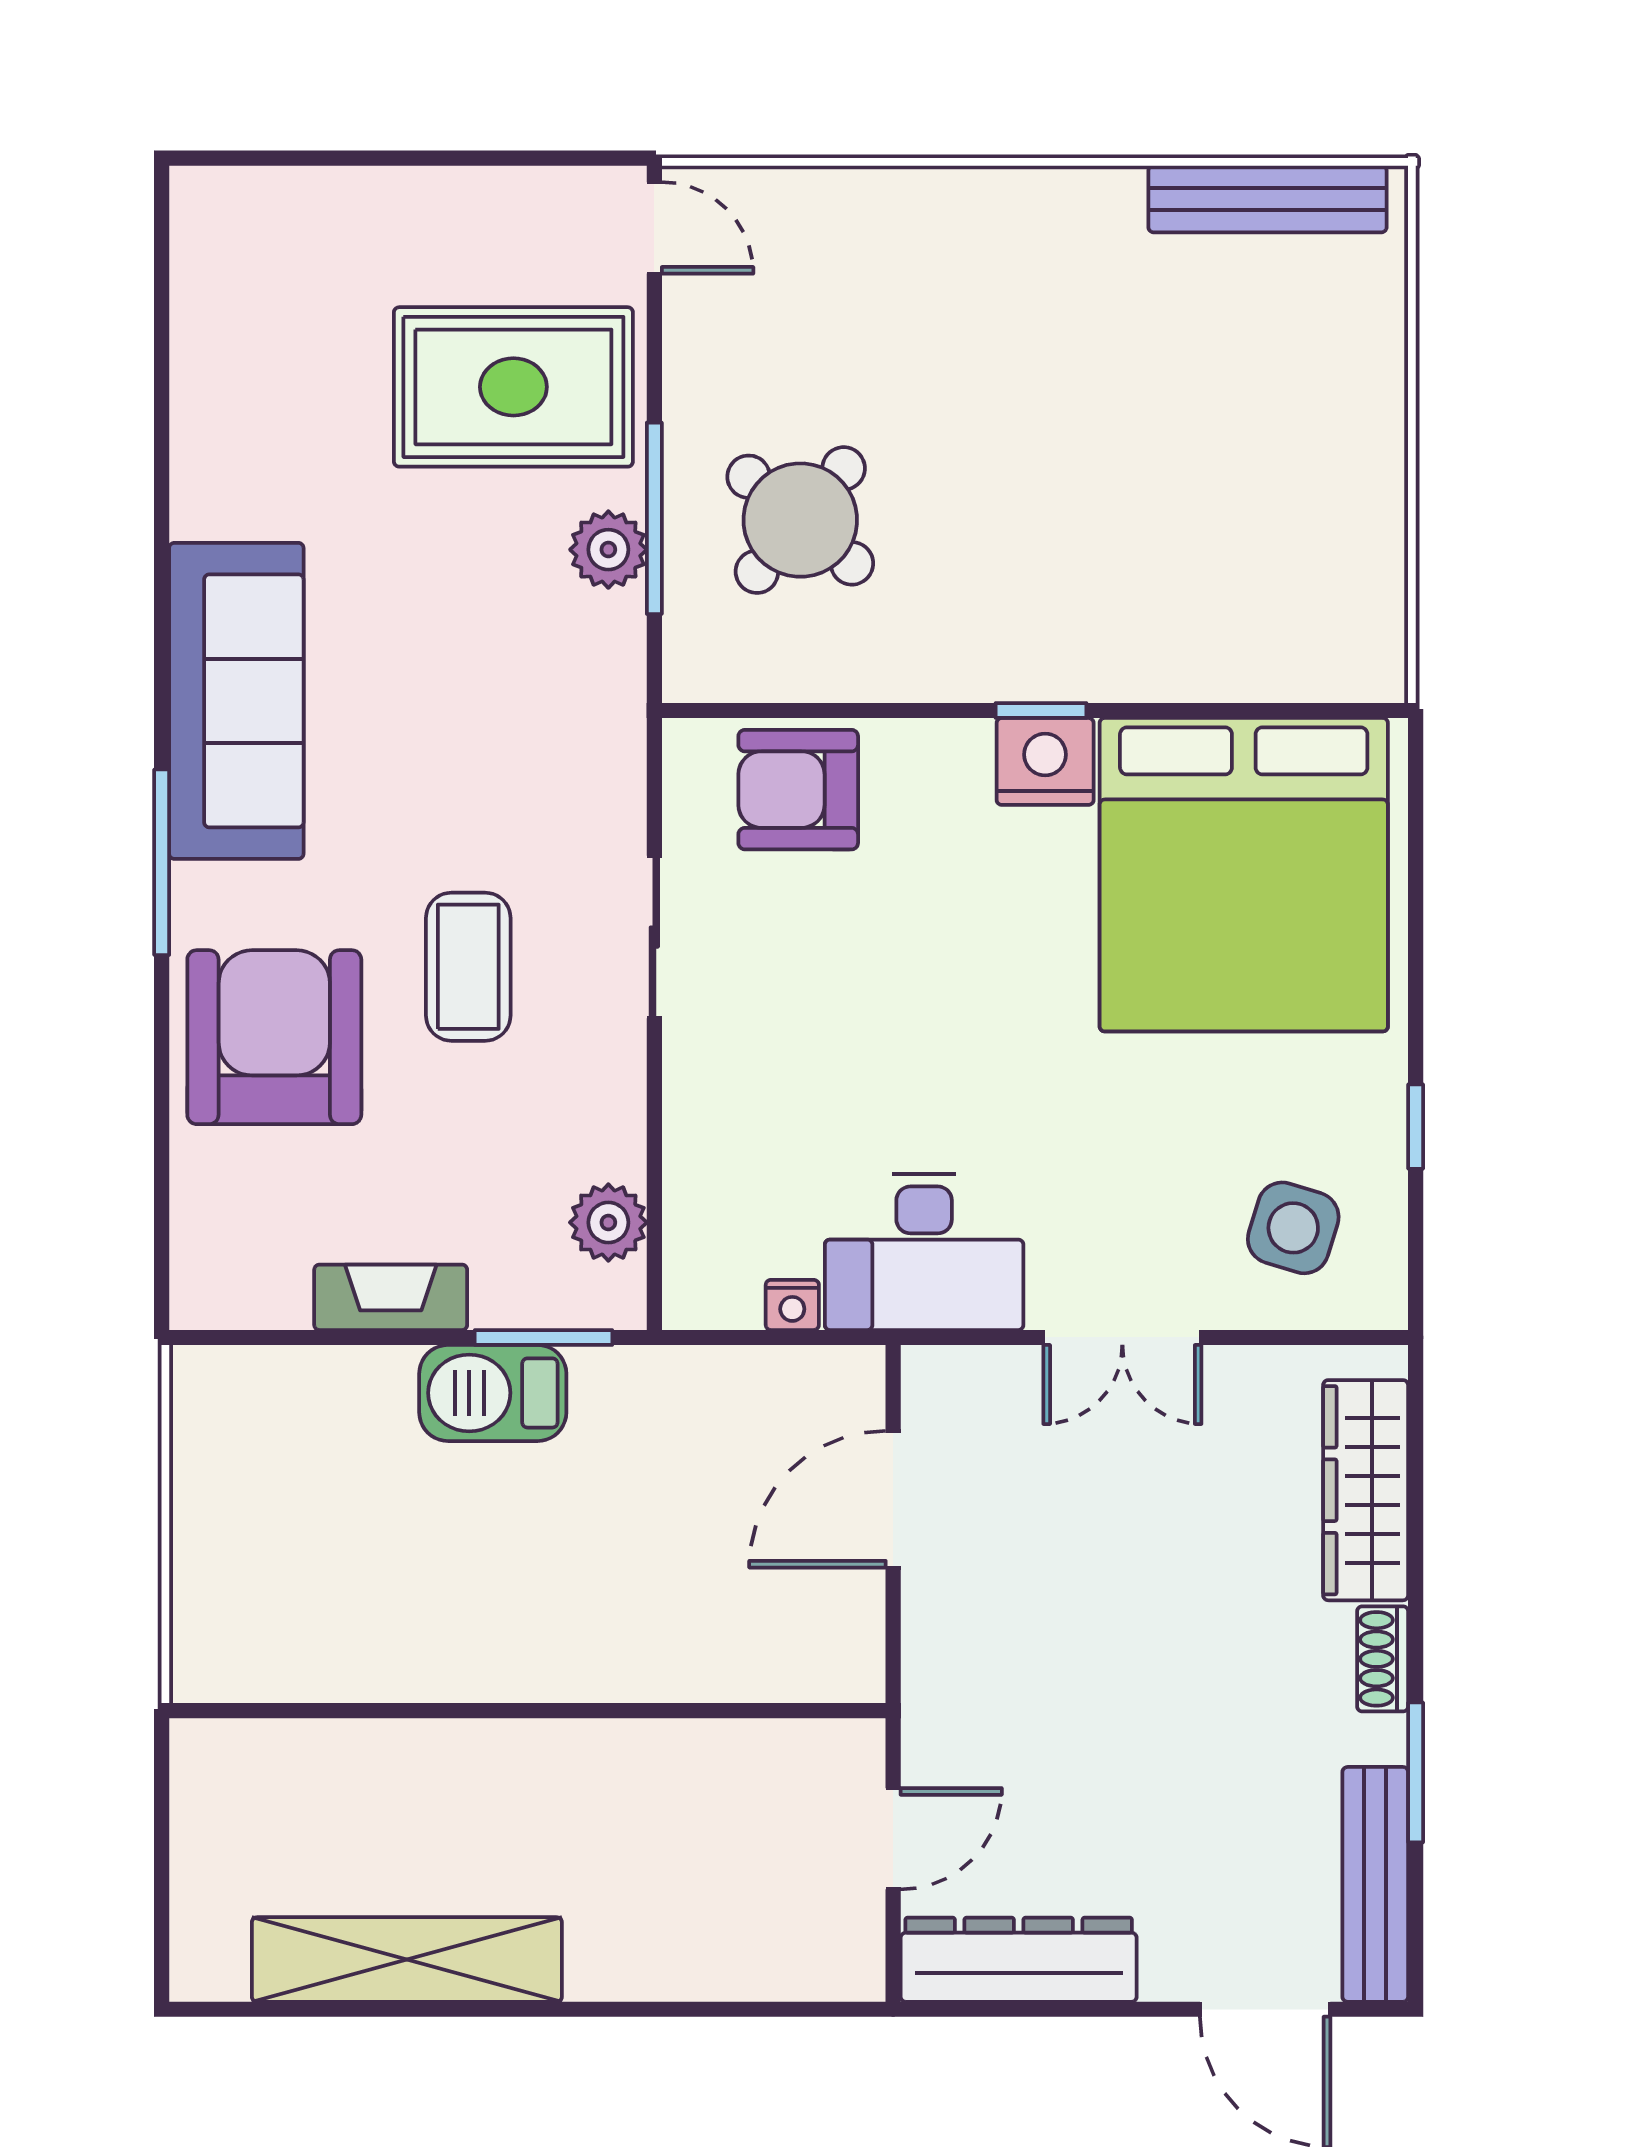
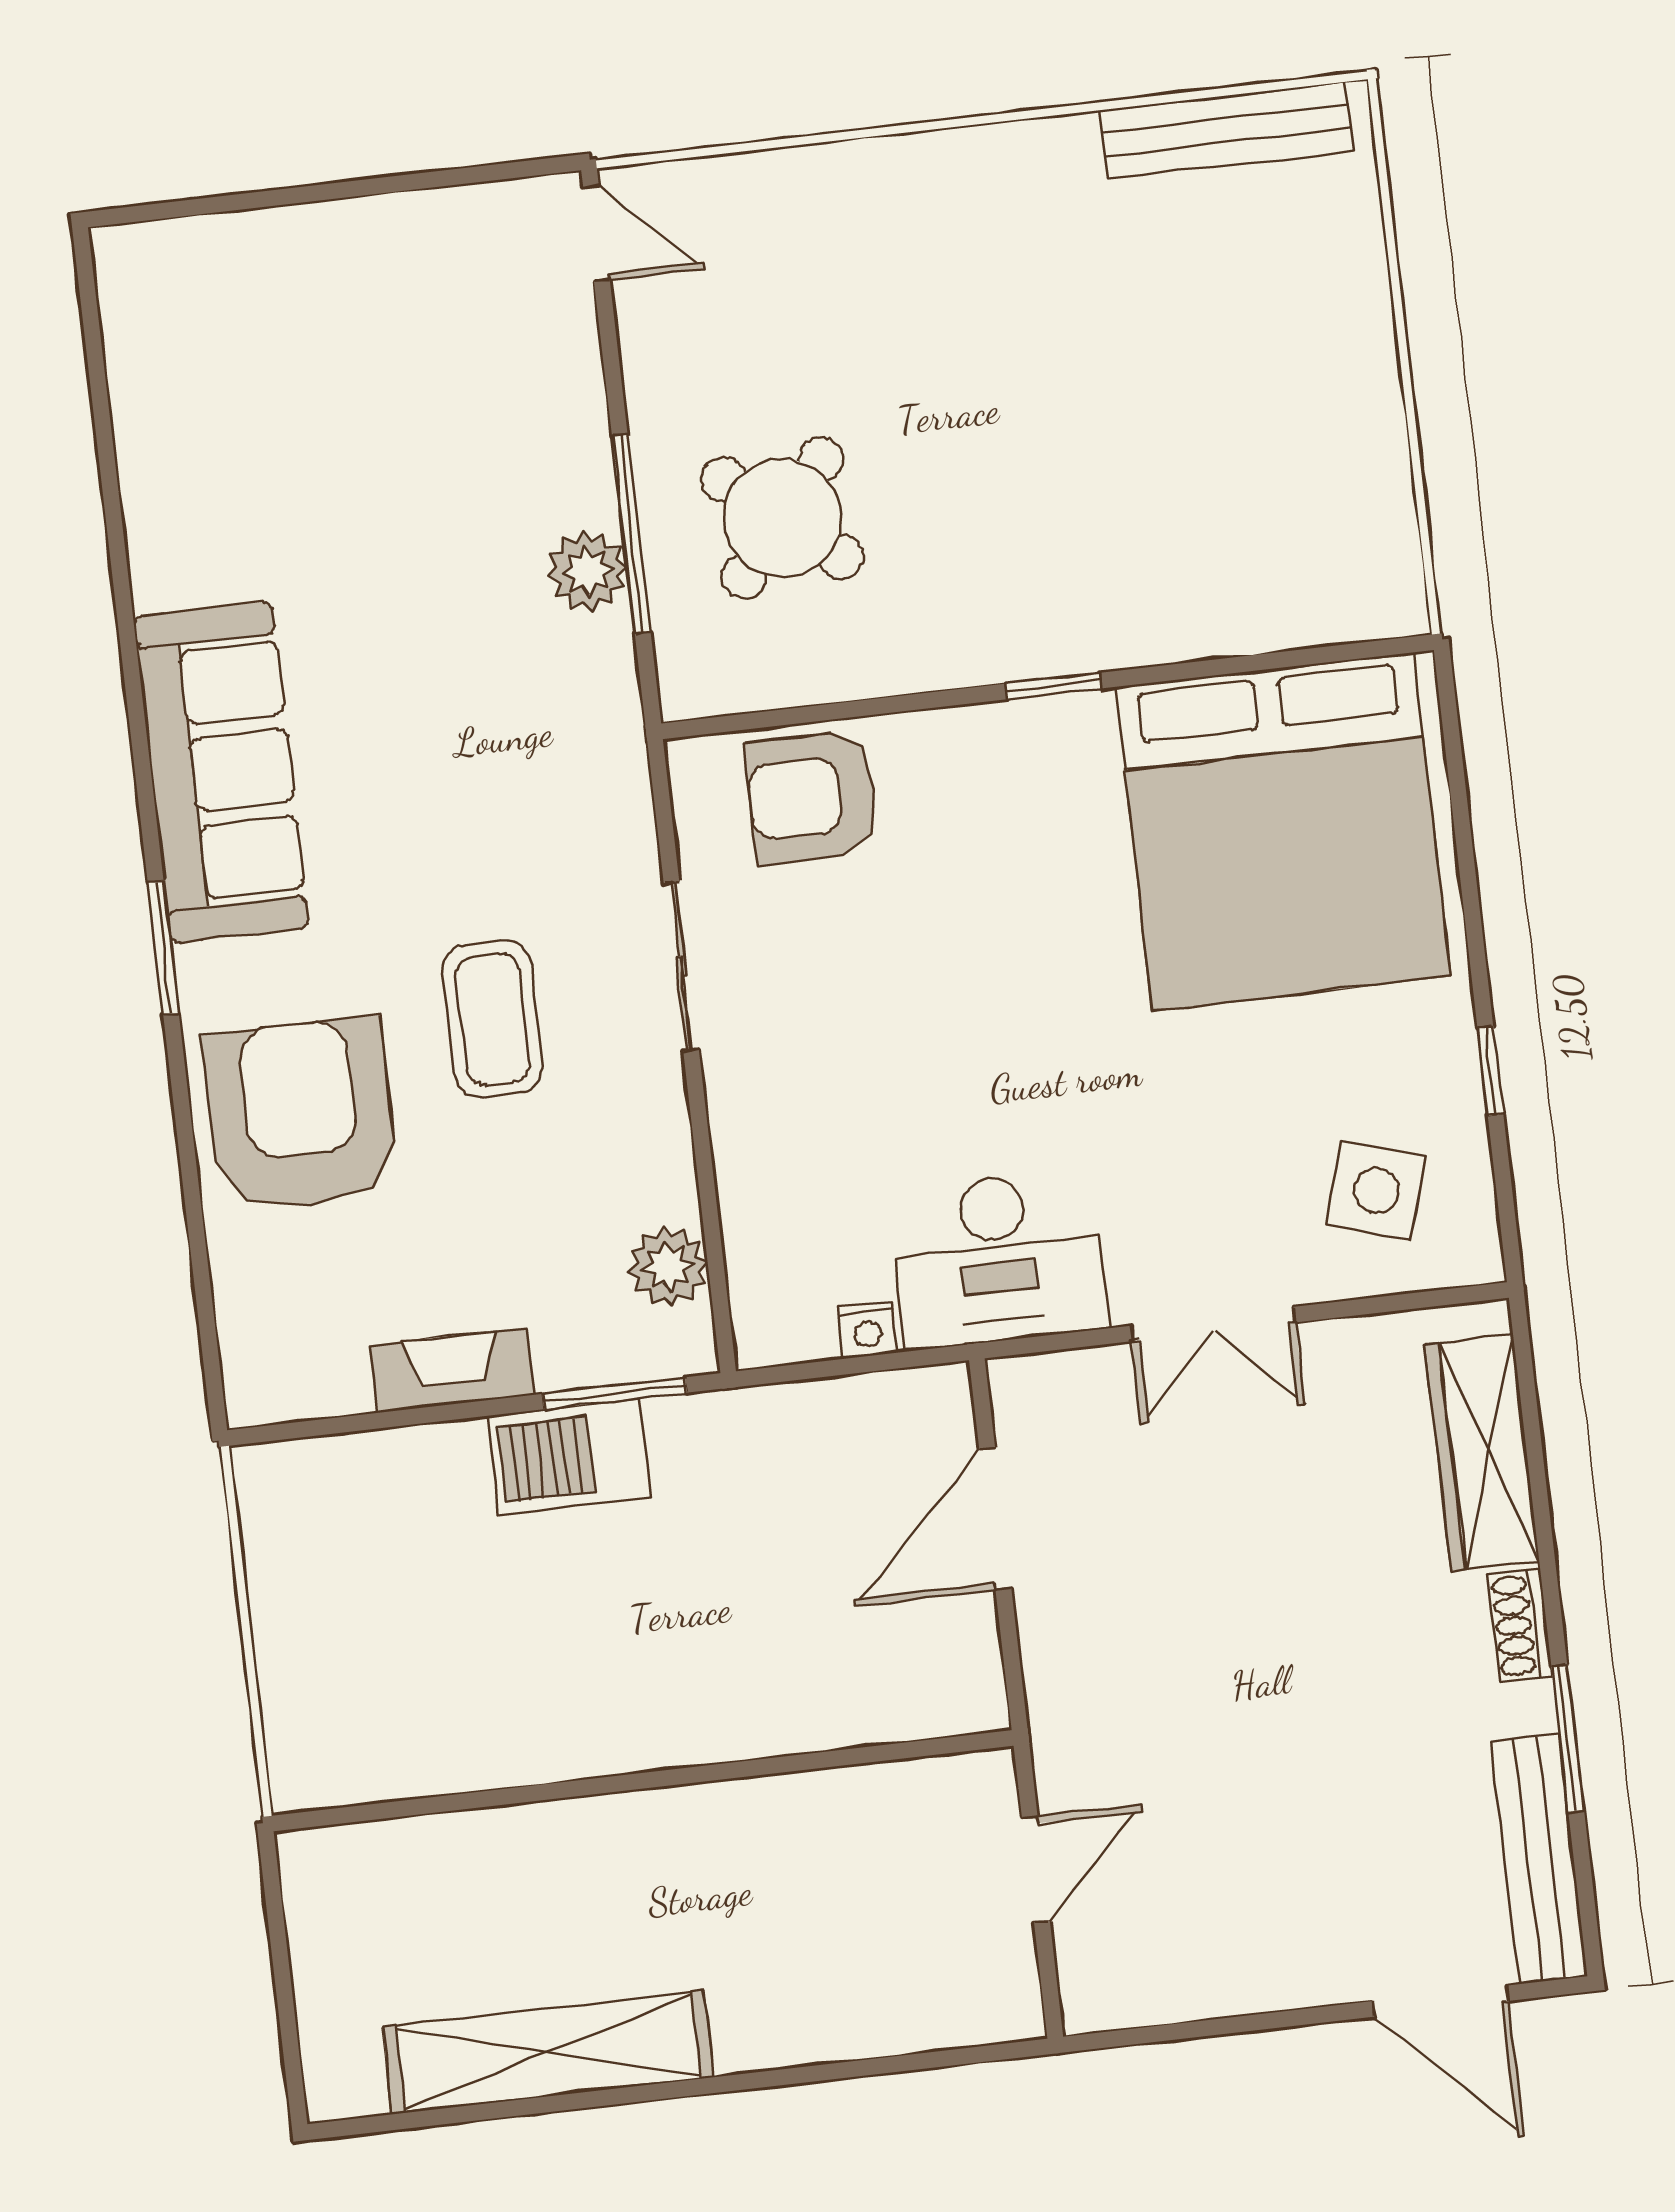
rug: (513, 387) -> (470, 415), removed
nightstand: (1045, 761) -> (1064, 738), removed
window: (162, 862) -> (163, 948), width x0.69
dresser: (1019, 1960) -> (1180, 1979), removed

